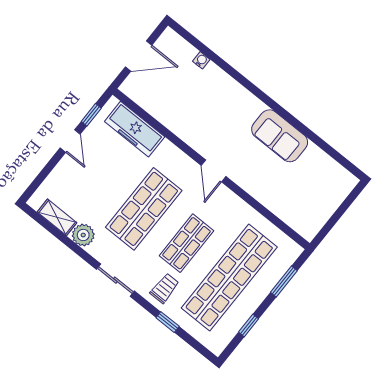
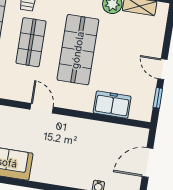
freezer: (135, 129) -> (112, 105), width x0.71

